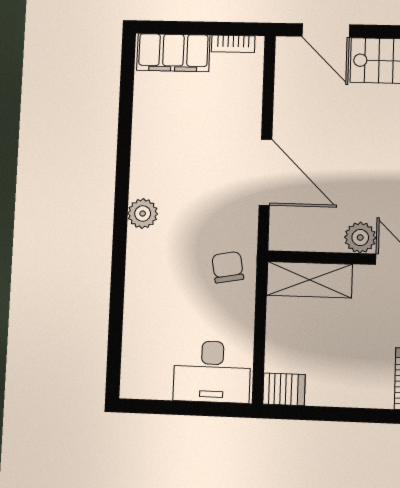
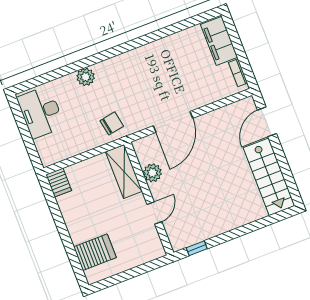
plant: (143, 214) -> (86, 77), moved
plant: (360, 238) -> (152, 173), moved
desk: (212, 372) -> (41, 112), moved

